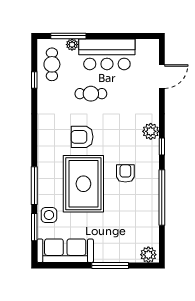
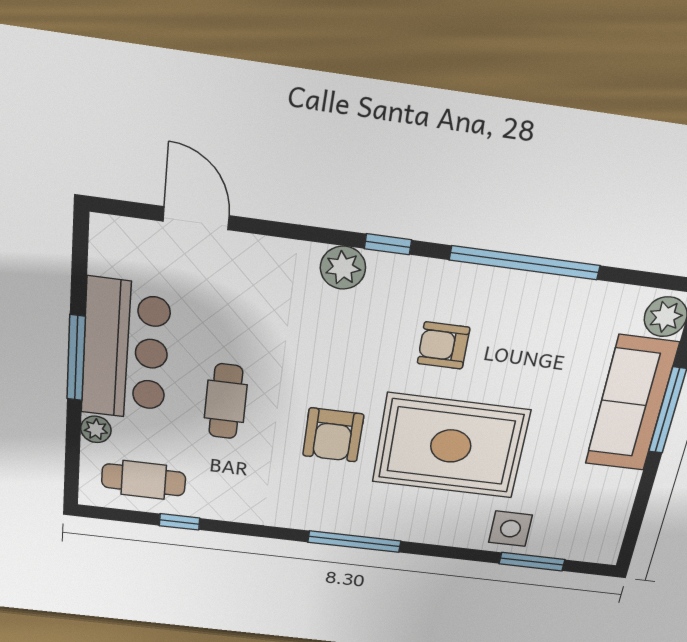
window: (68, 36) -> (76, 358), moved
window: (34, 186) -> (354, 542), moved
sofa: (65, 251) -> (632, 404), moved

